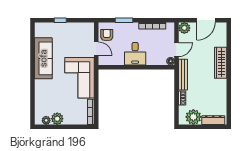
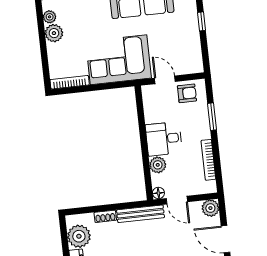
door: (96, 49) -> (165, 80), swing flipped
plant: (152, 60) -> (158, 165), added

